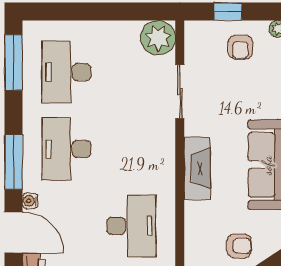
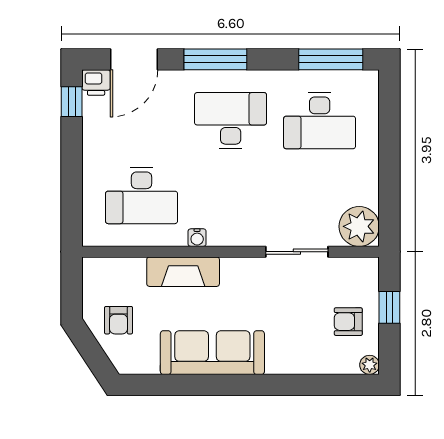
desk: (66, 72) -> (320, 121), turned 180
fireplace: (197, 168) -> (183, 272), moved
water cooler: (30, 201) -> (197, 238), moved, turned 180

